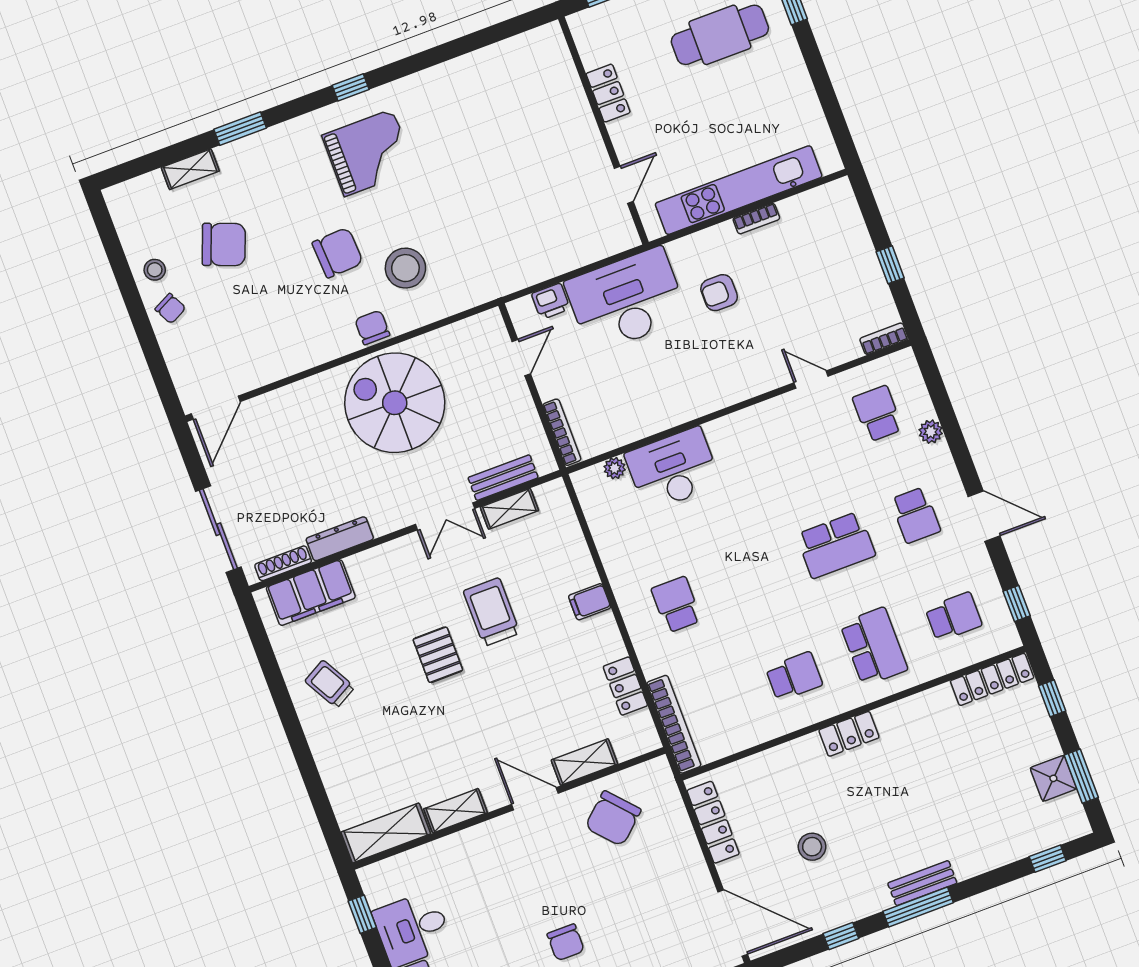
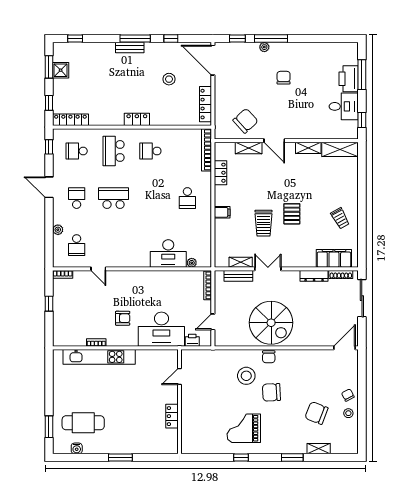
locker: (608, 93) -> (172, 416), moved
wall: (603, 130) -> (180, 402), moved
door: (624, 185) -> (180, 377), moved

